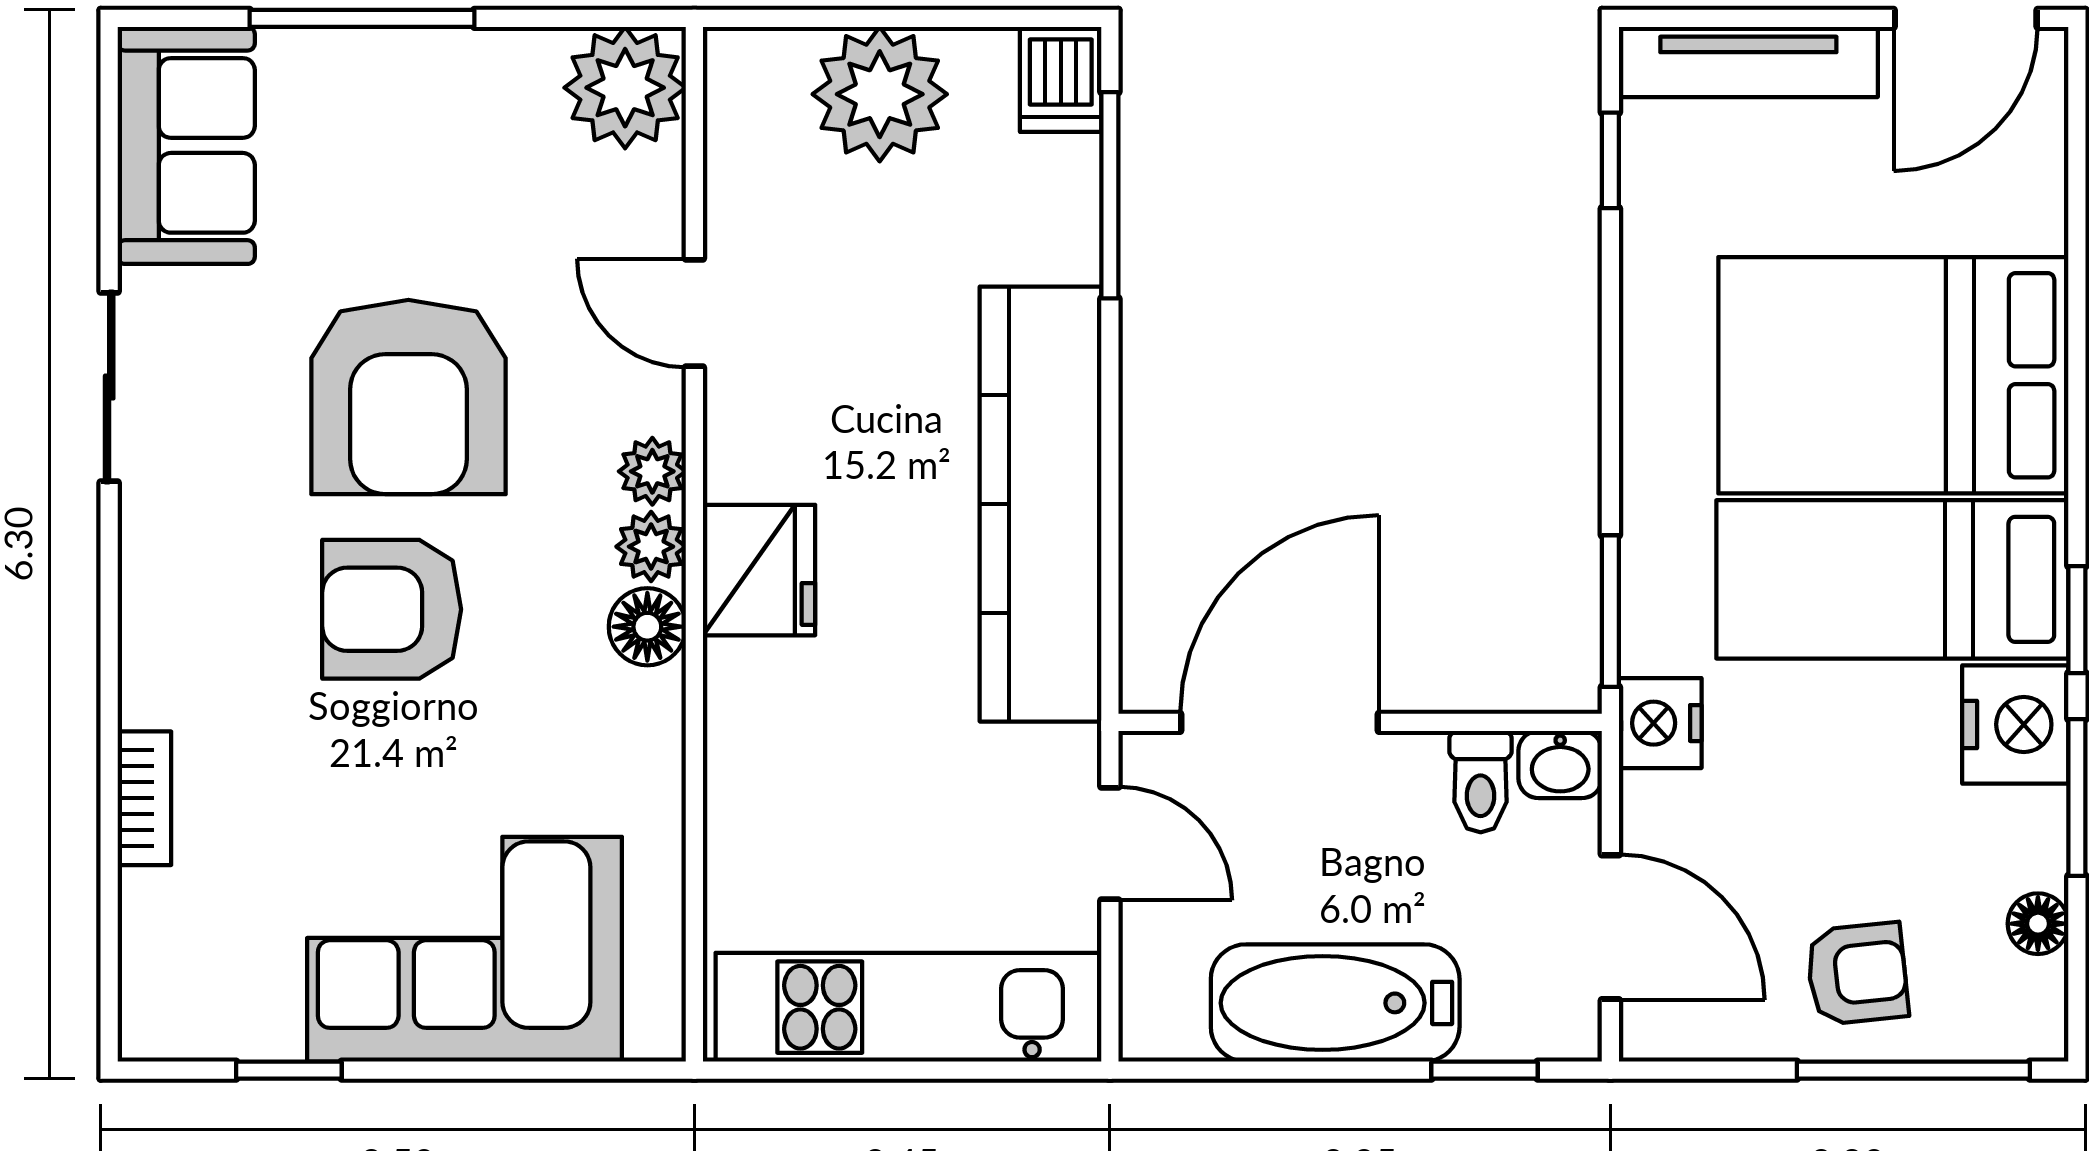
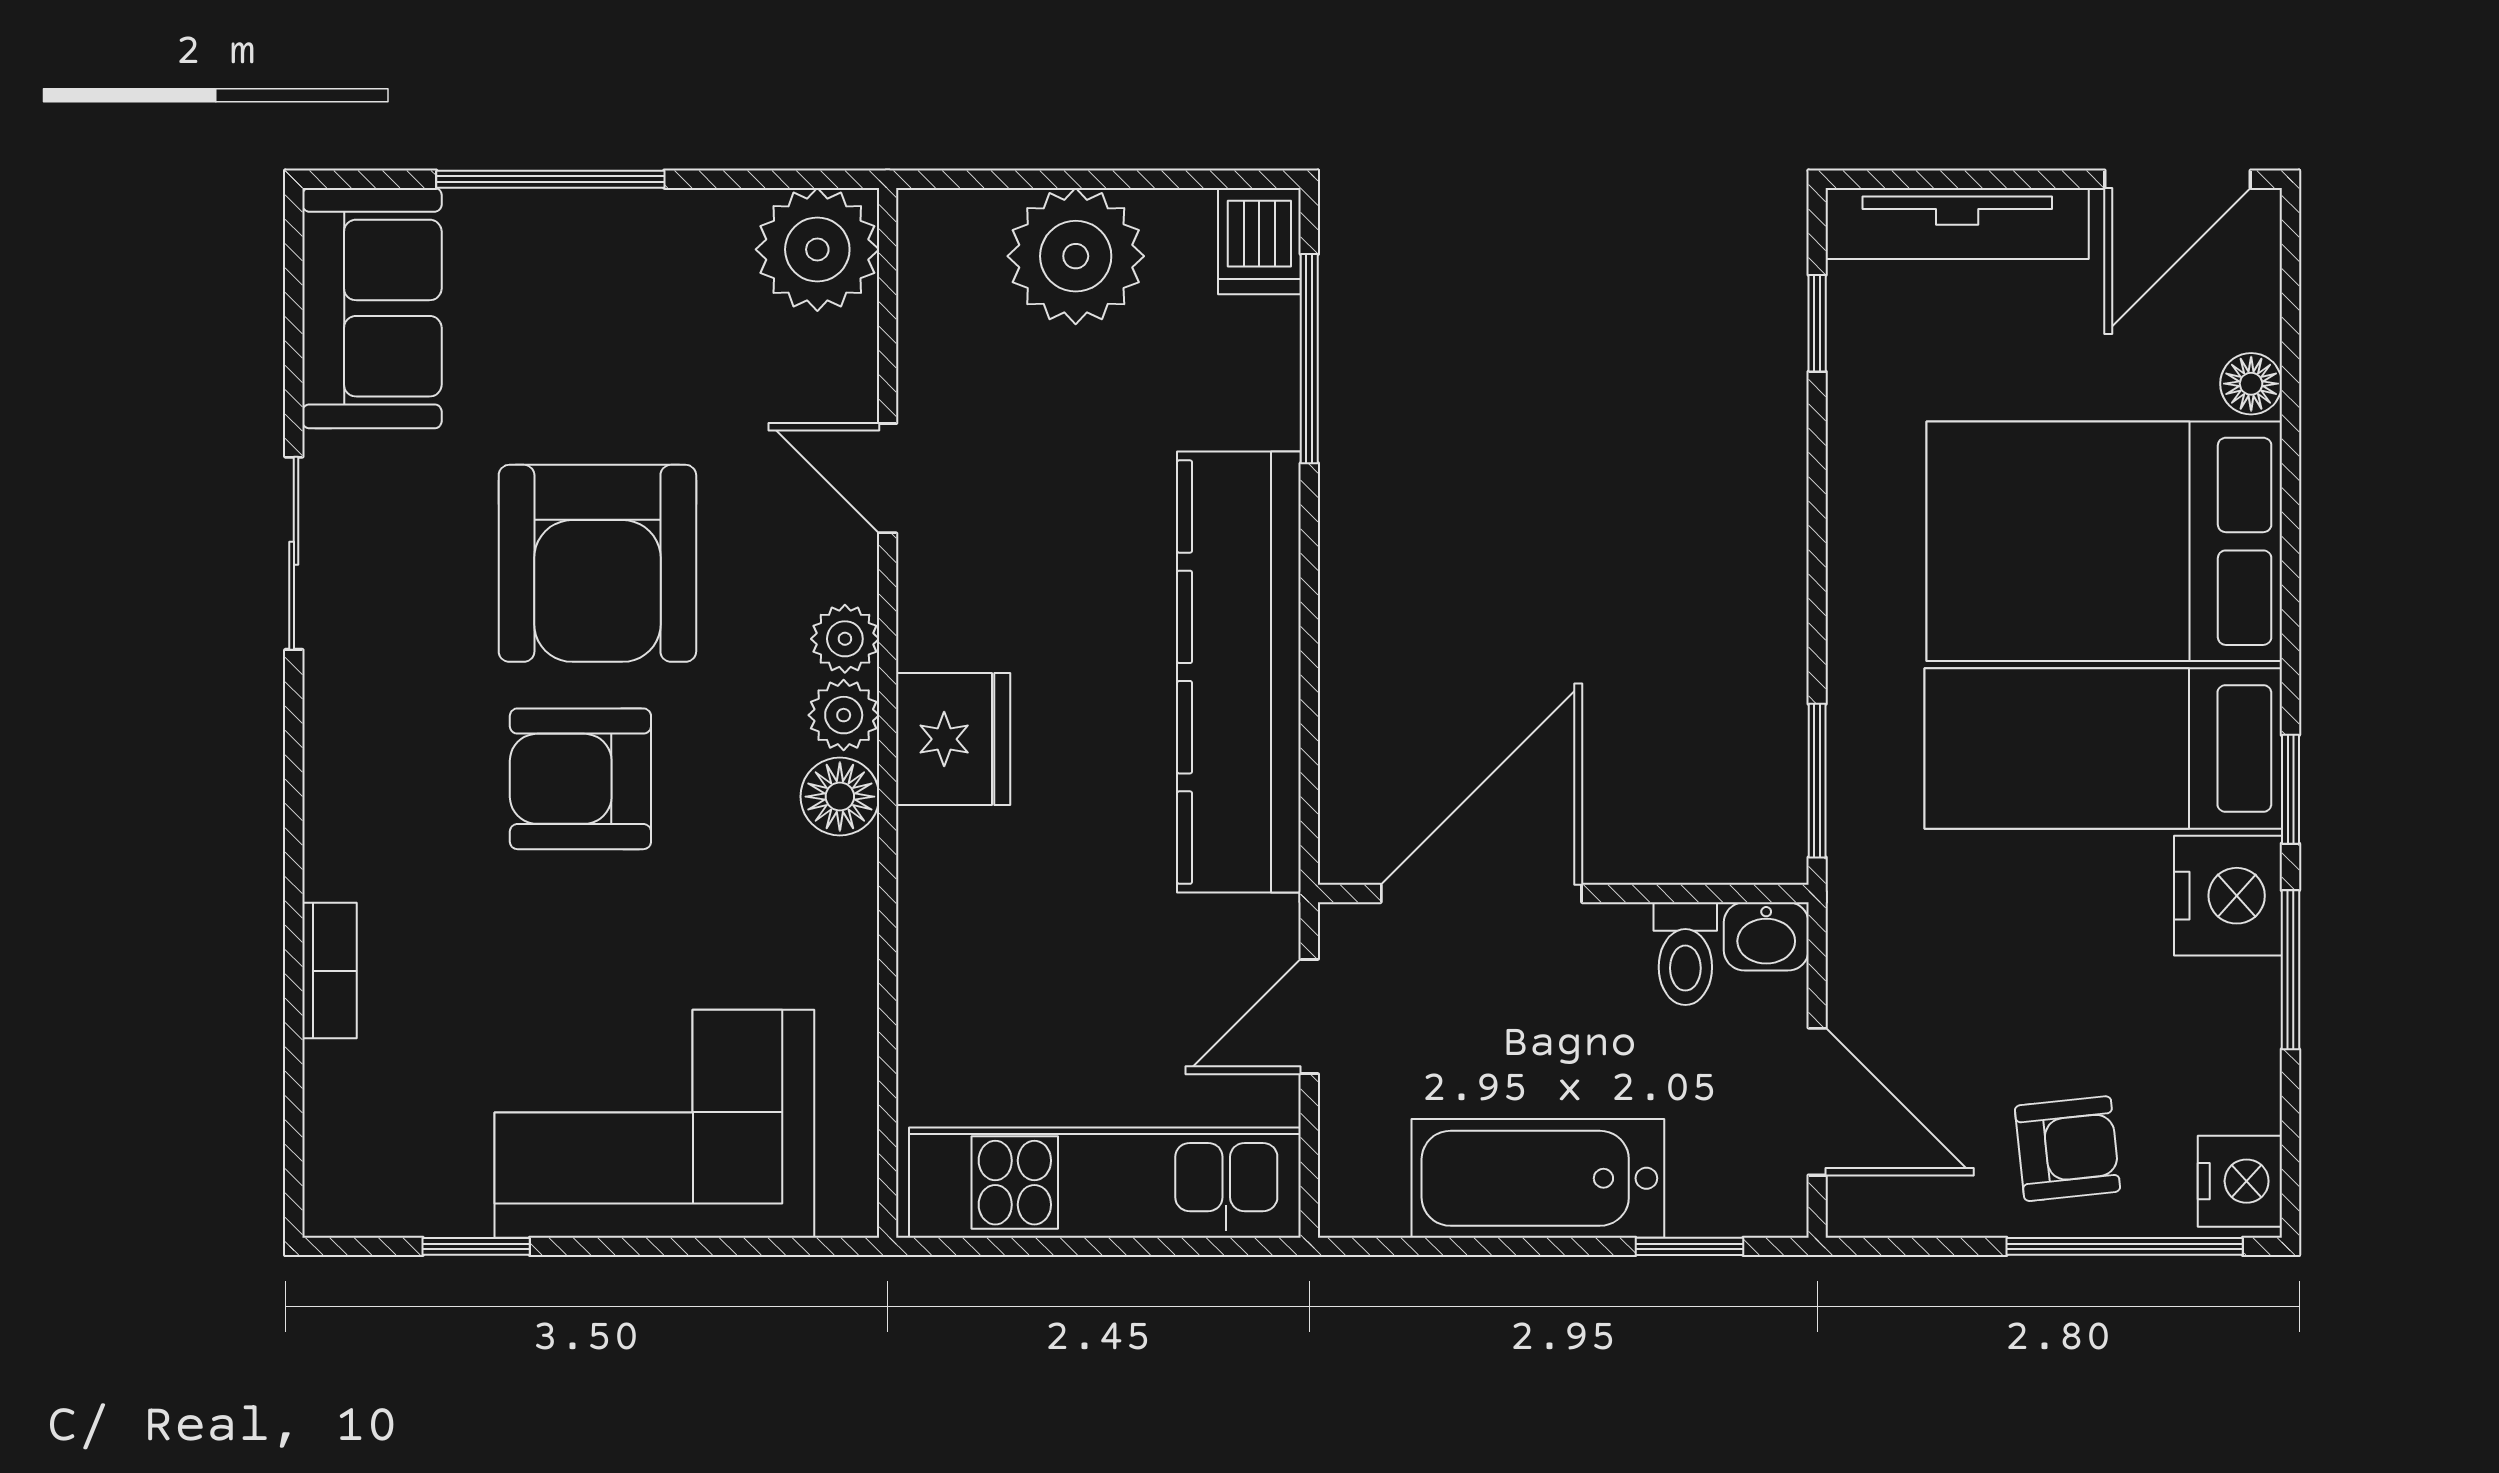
nightstand: (1660, 723) -> (2240, 1181), moved, turned 180
door: (1110, 844) -> (1309, 1017), swing flipped
floor lamp: (2038, 924) -> (2251, 384), moved

